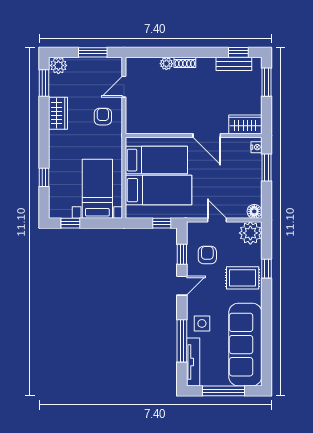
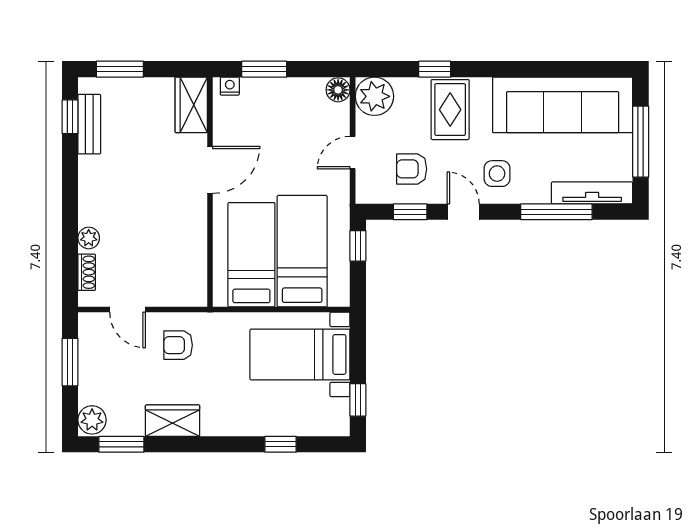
shoe rack: (185, 62) -> (87, 272), moved
side table: (202, 323) -> (497, 174), moved

